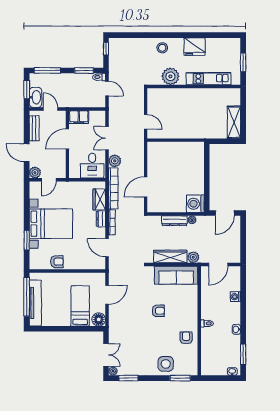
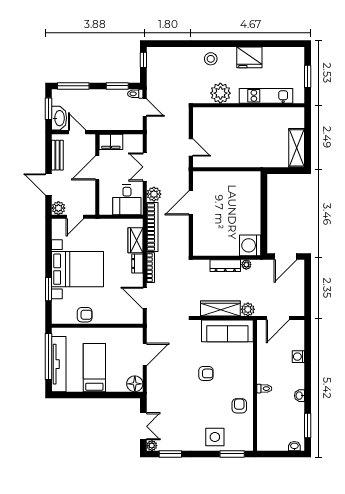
door: (146, 187) -> (191, 203), moved
bed: (80, 306) -> (94, 368), moved

